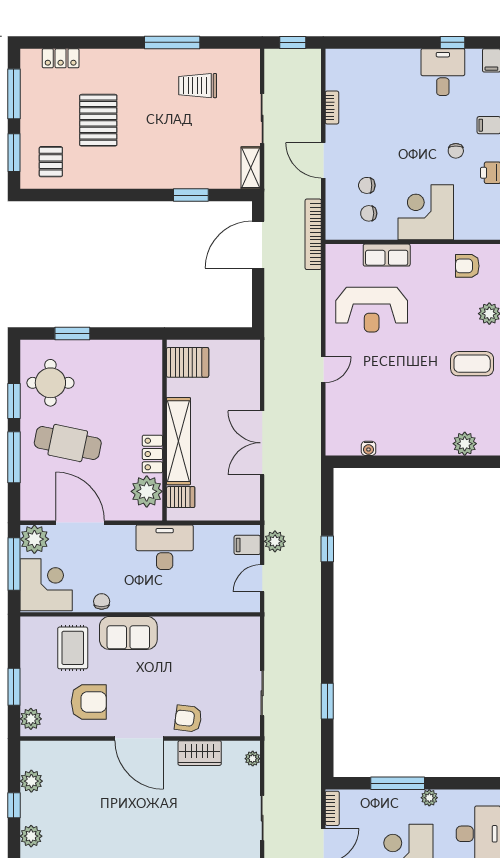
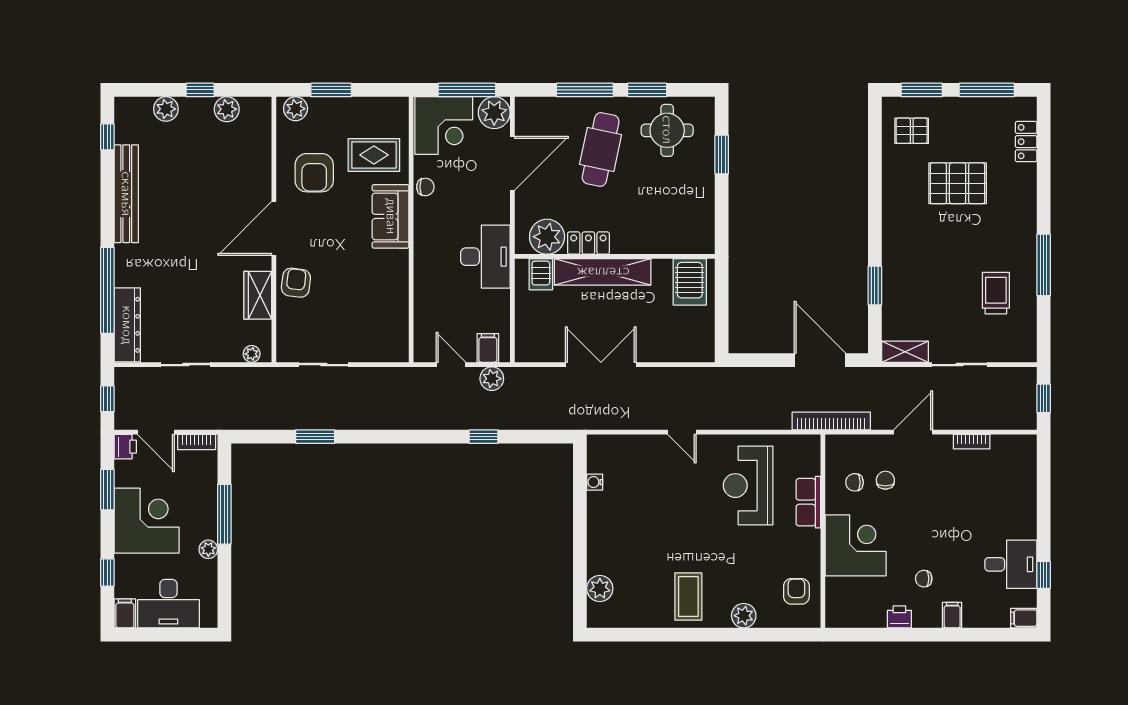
chair: (369, 213) -> (855, 482), turned -90

